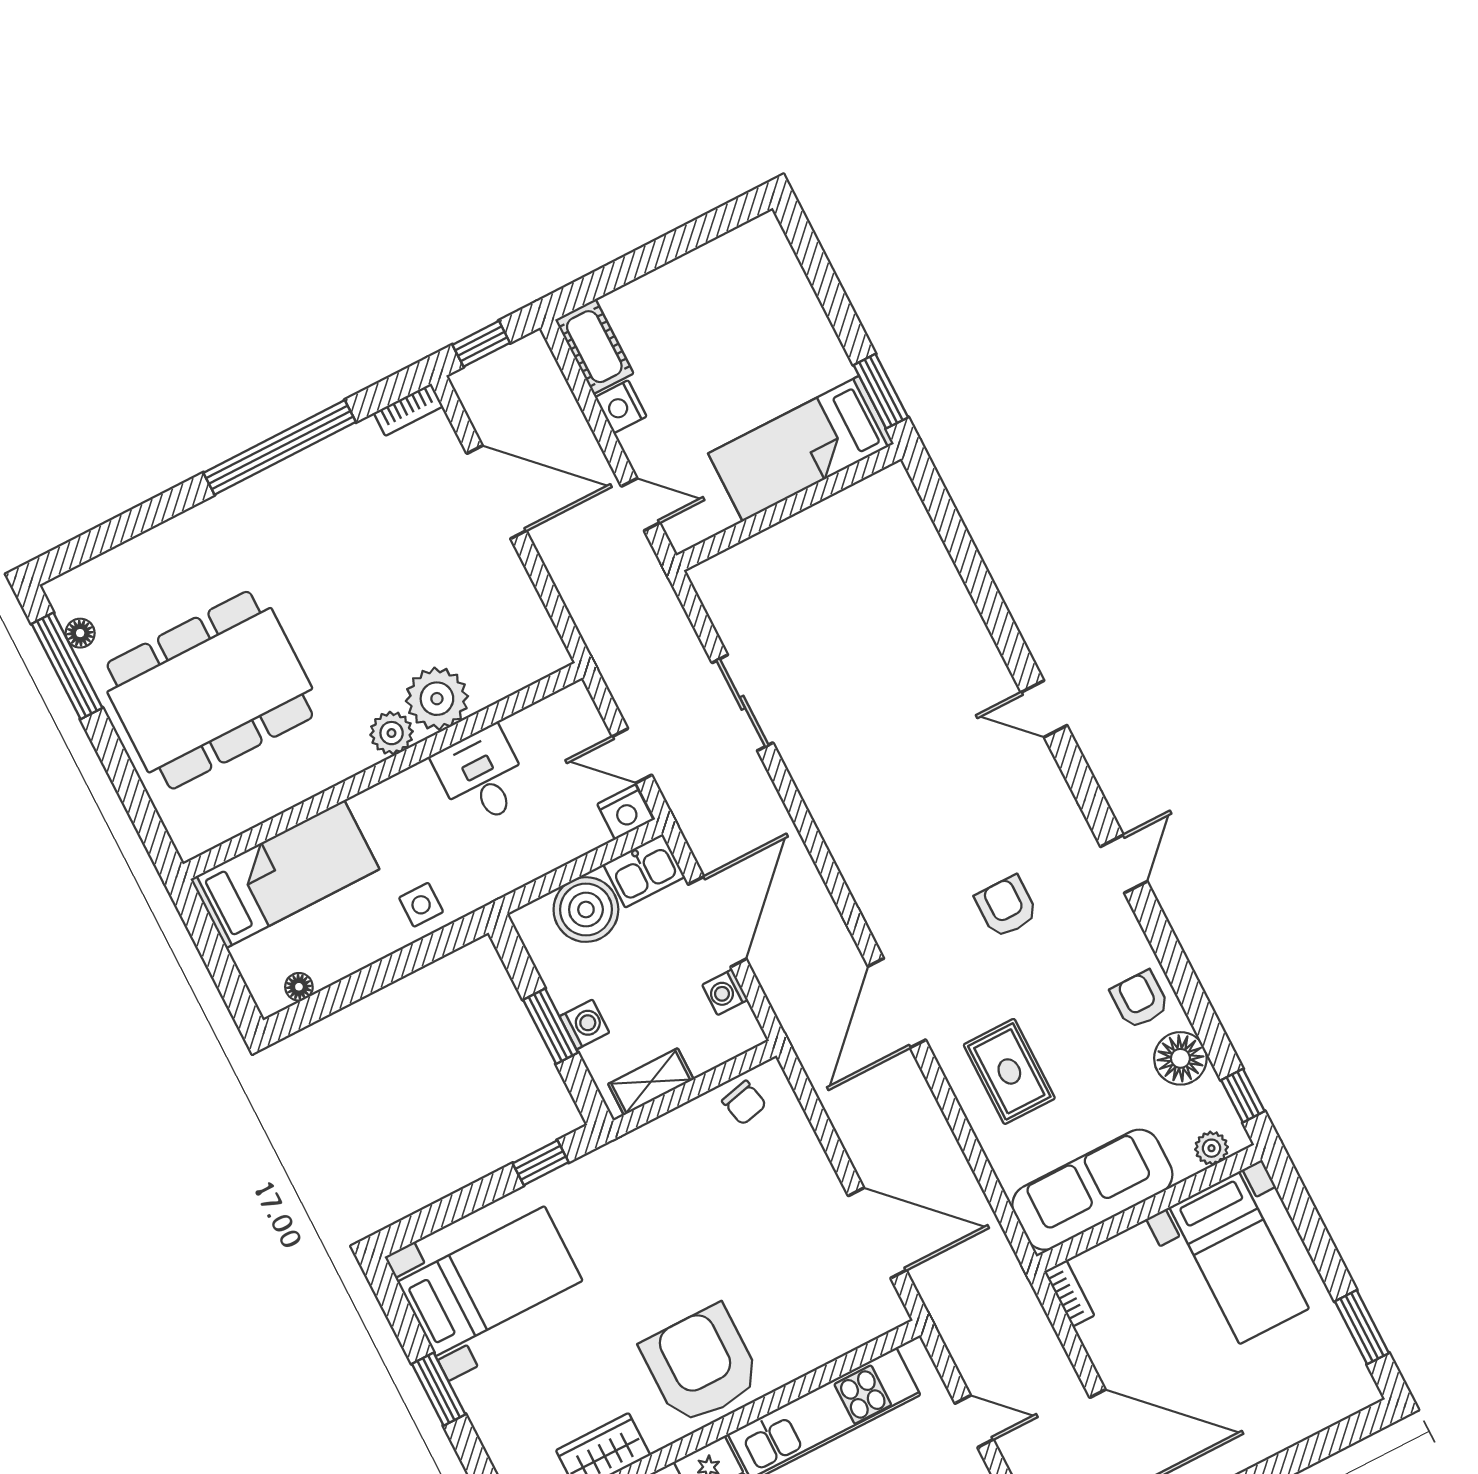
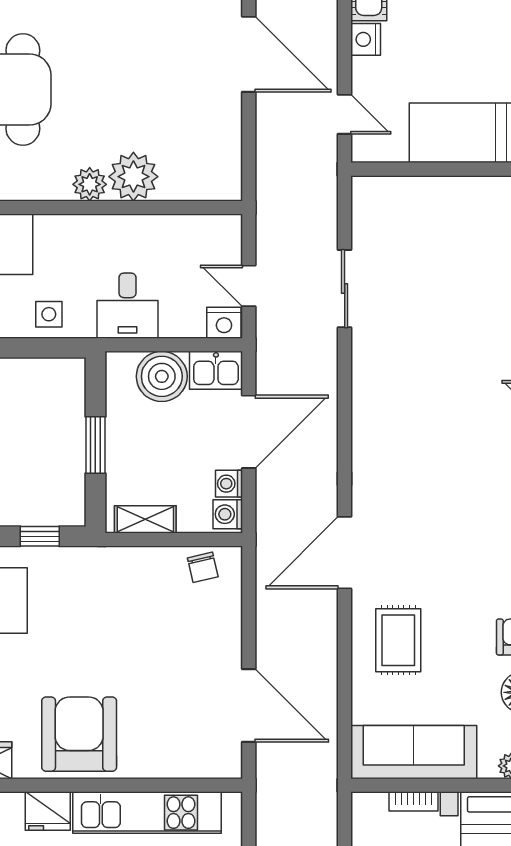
desk: (482, 776) -> (127, 306), moved, turned 180
armchair: (1006, 907) -> (455, 525), removed
washing machine: (584, 1024) -> (228, 514), moved, turned 180
bookcase: (1069, 1293) -> (414, 801), moved, turned 90

